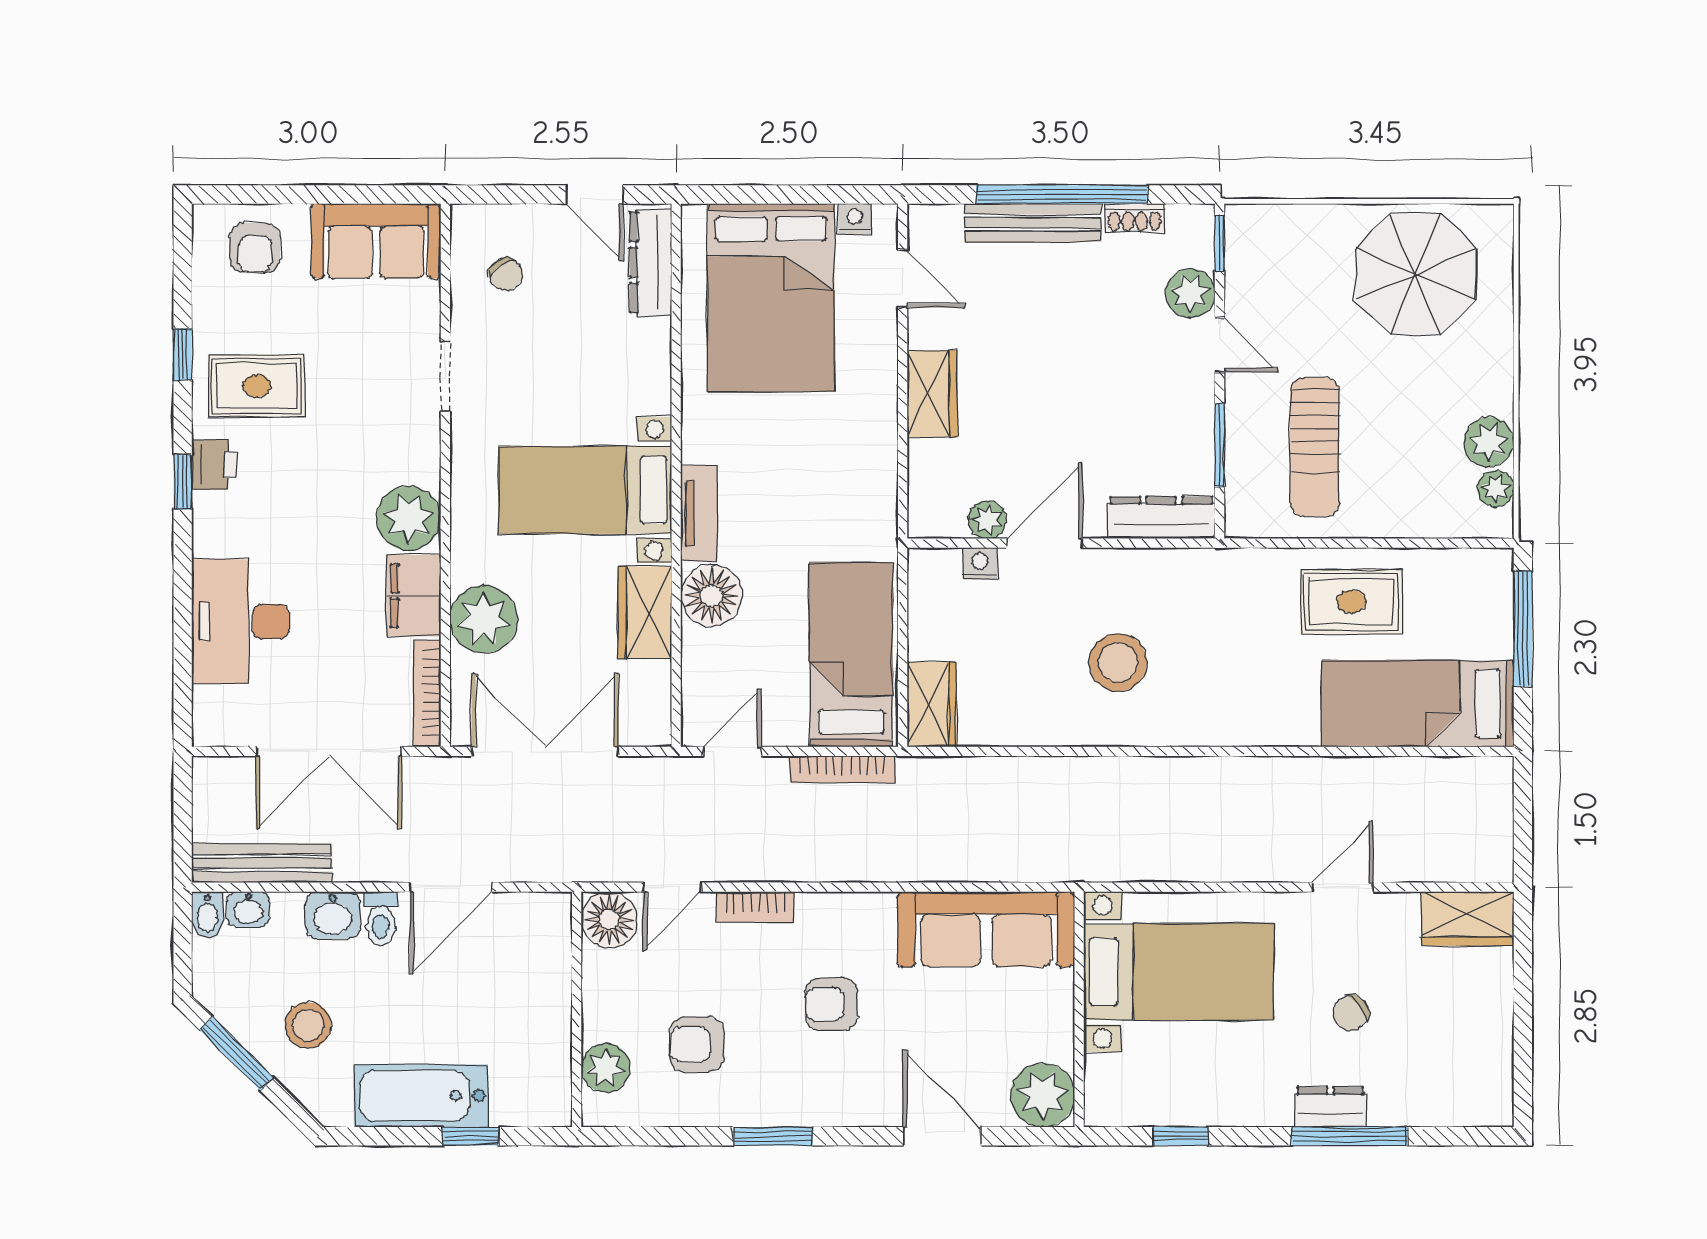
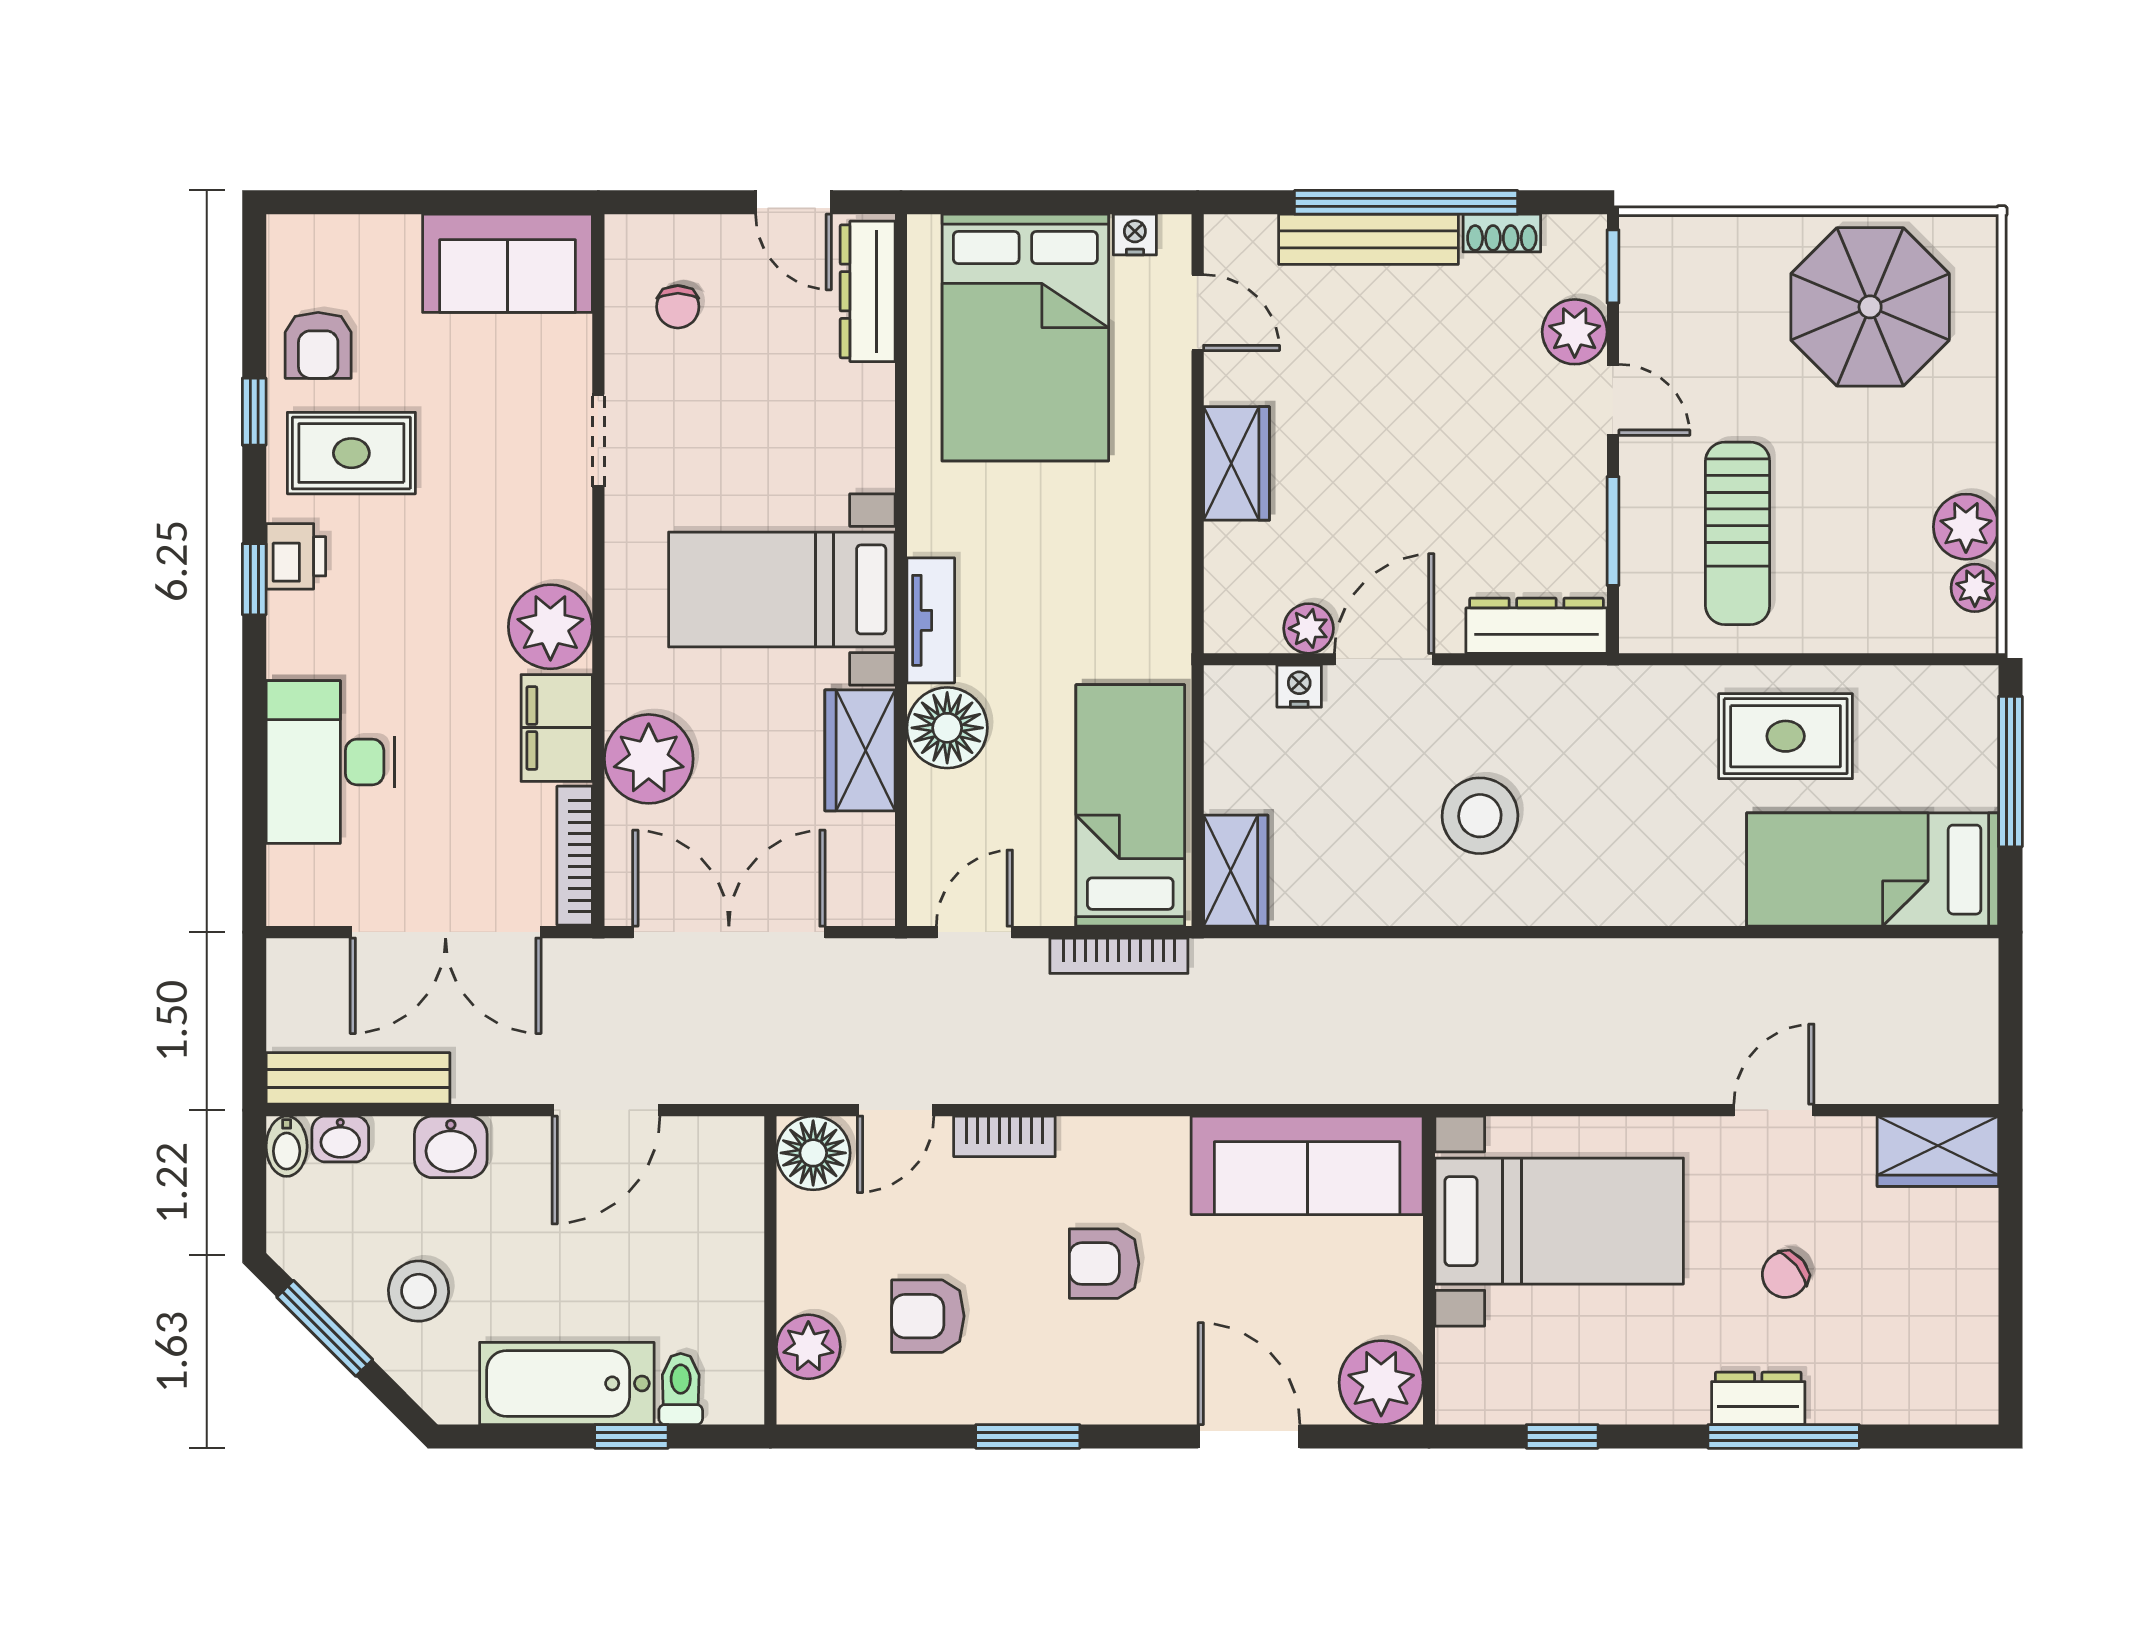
armchair: (255, 248) -> (318, 345), moved
chair: (506, 274) -> (678, 307), turned 35
toilet: (381, 919) -> (681, 1389), moved, turned 180

